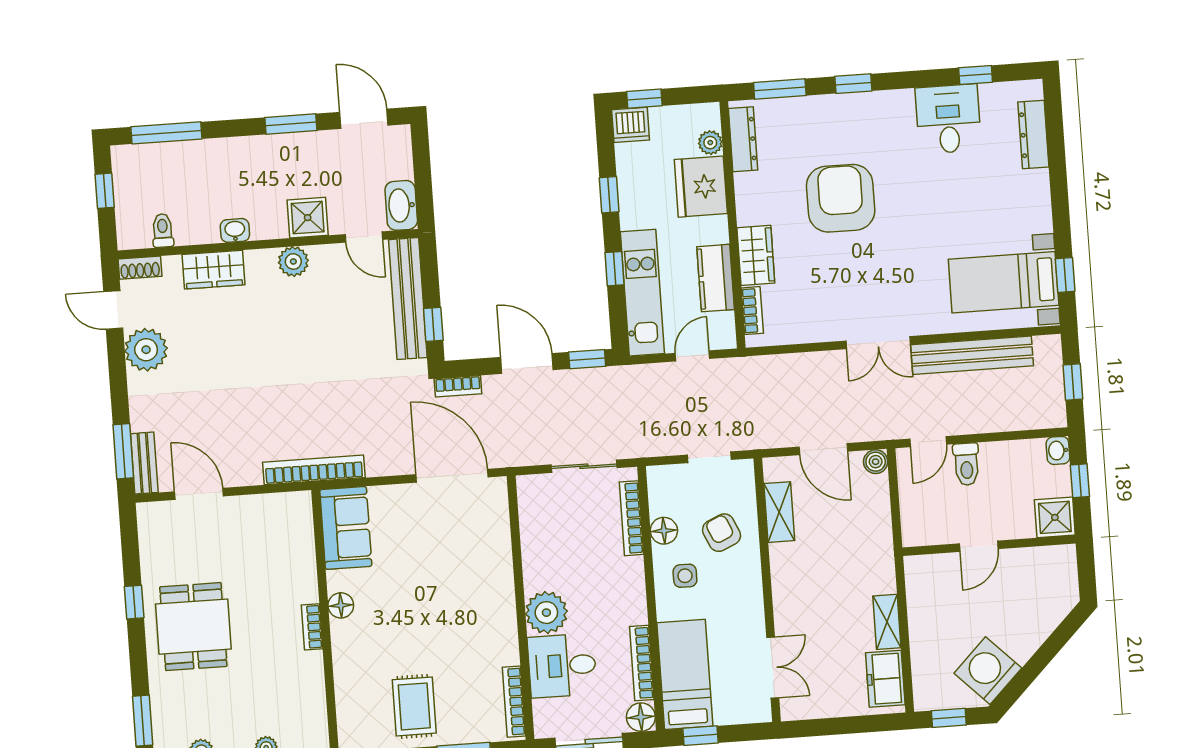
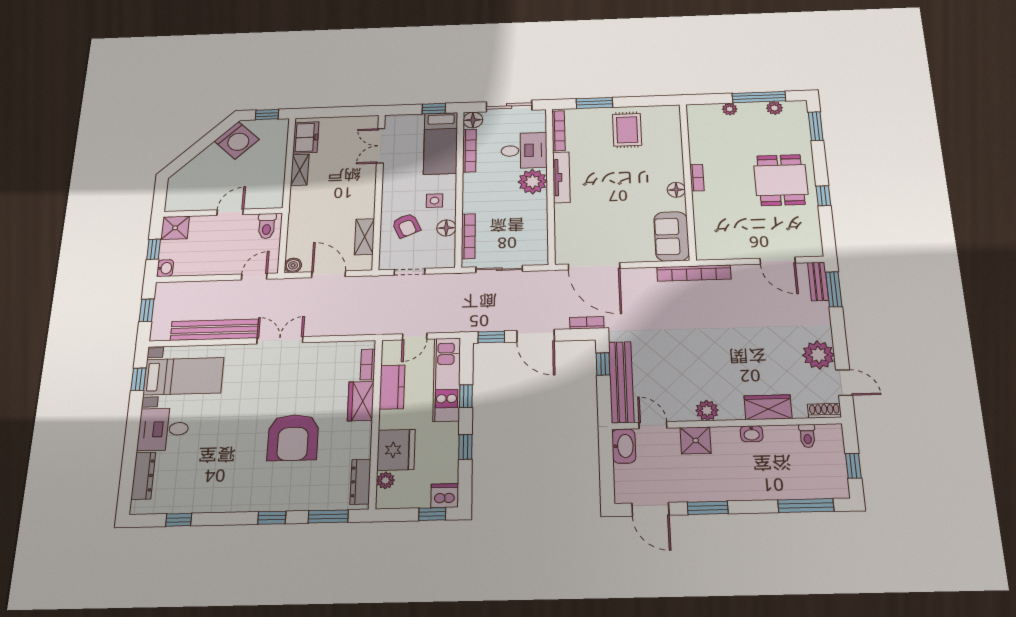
desk: (948, 119) -> (163, 429), moved, turned 90
toilet: (966, 464) -> (267, 226), moved, turned 180
tv unit: (505, 621) -> (561, 177), added

